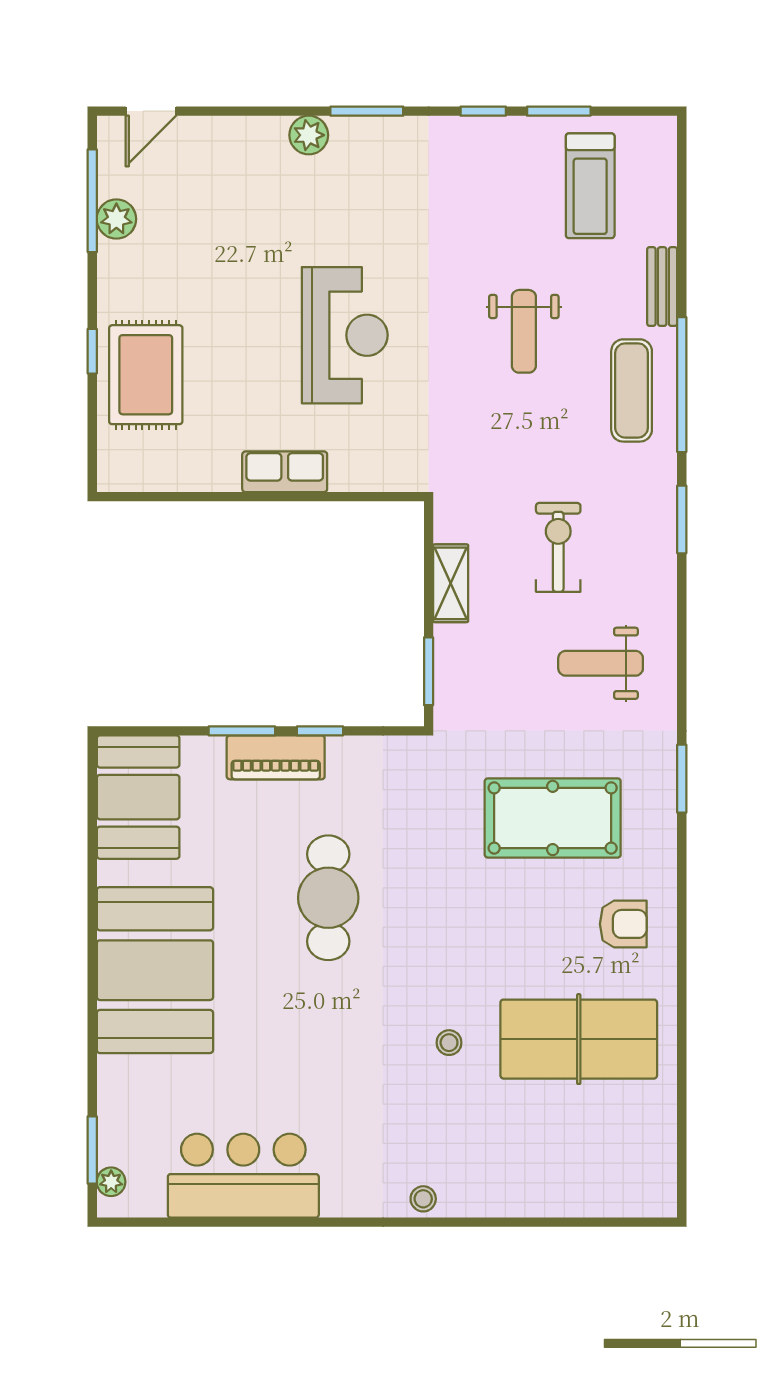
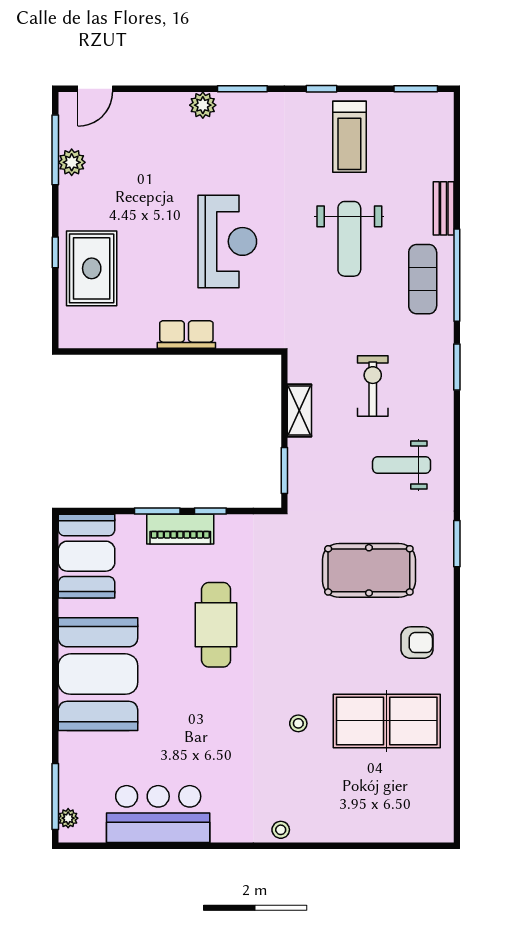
window: (559, 111) -> (416, 89), moved
treadmill: (590, 186) -> (349, 137), moved
weight bench: (524, 331) -> (349, 239), width x1.36, depth x1.33
window: (92, 1150) -> (55, 797), width x1.44

